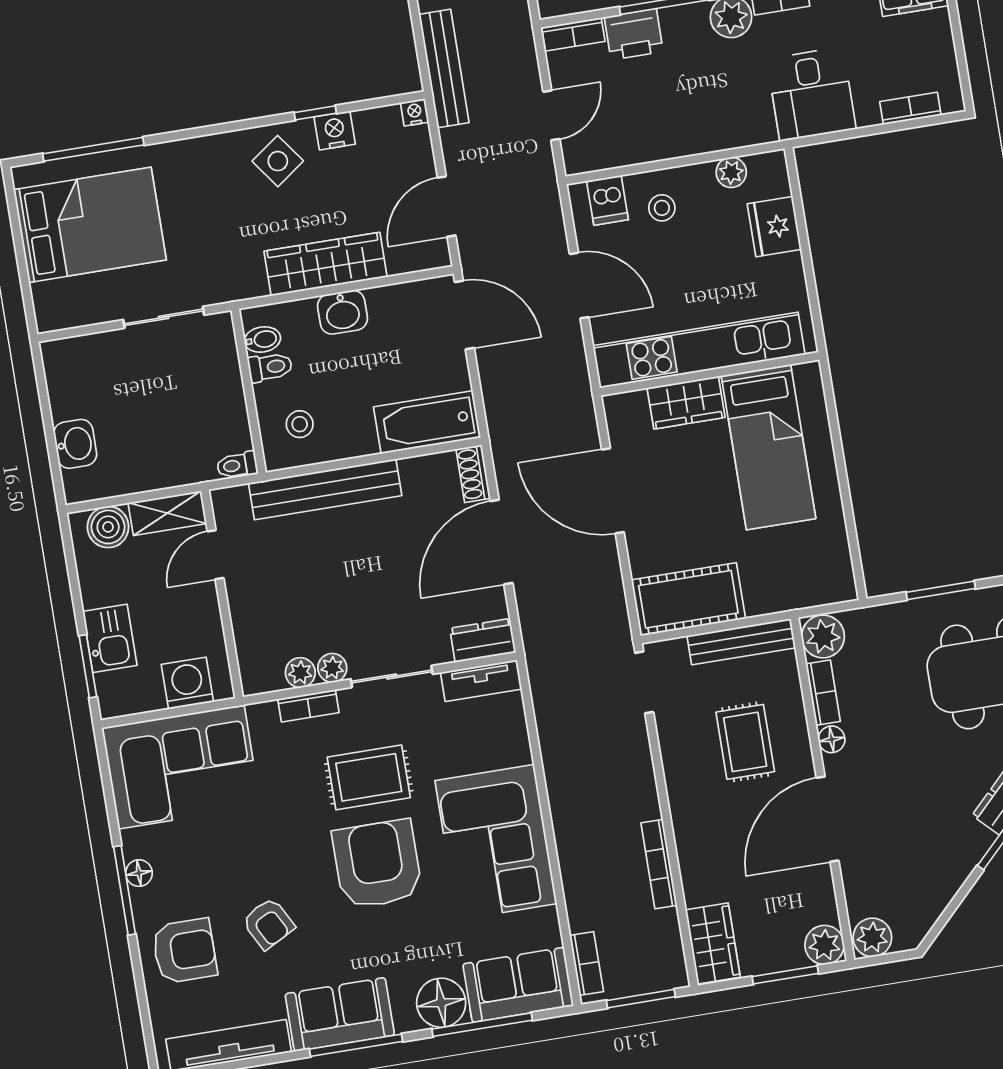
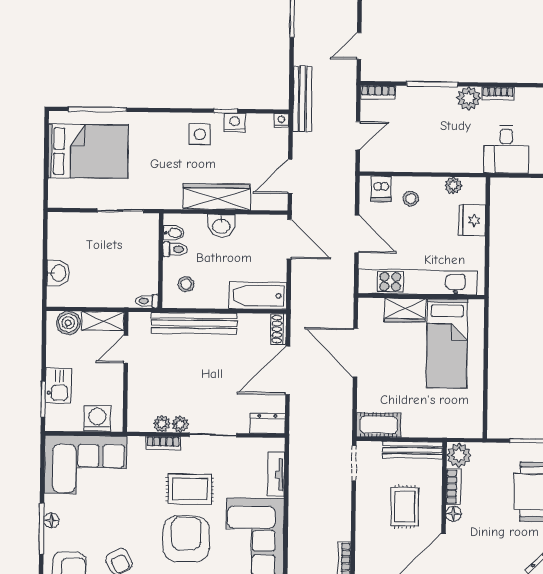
printer: (634, 34) -> (412, 98), removed
side table: (278, 161) -> (200, 134), turned 36
cot: (688, 599) -> (379, 425), width x0.73, depth x0.75
tv unit: (481, 681) -> (276, 474), moved, turned 90

